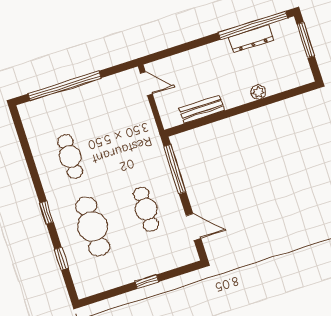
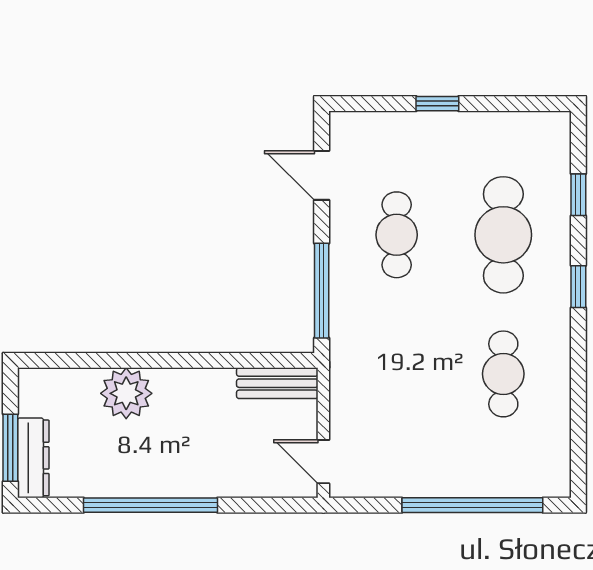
window: (253, 25) -> (150, 505), moved
dresser: (251, 39) -> (33, 458), moved, turned 90
plant: (258, 92) -> (126, 393), width x1.88, depth x1.88
bench: (202, 109) -> (277, 383), moved

